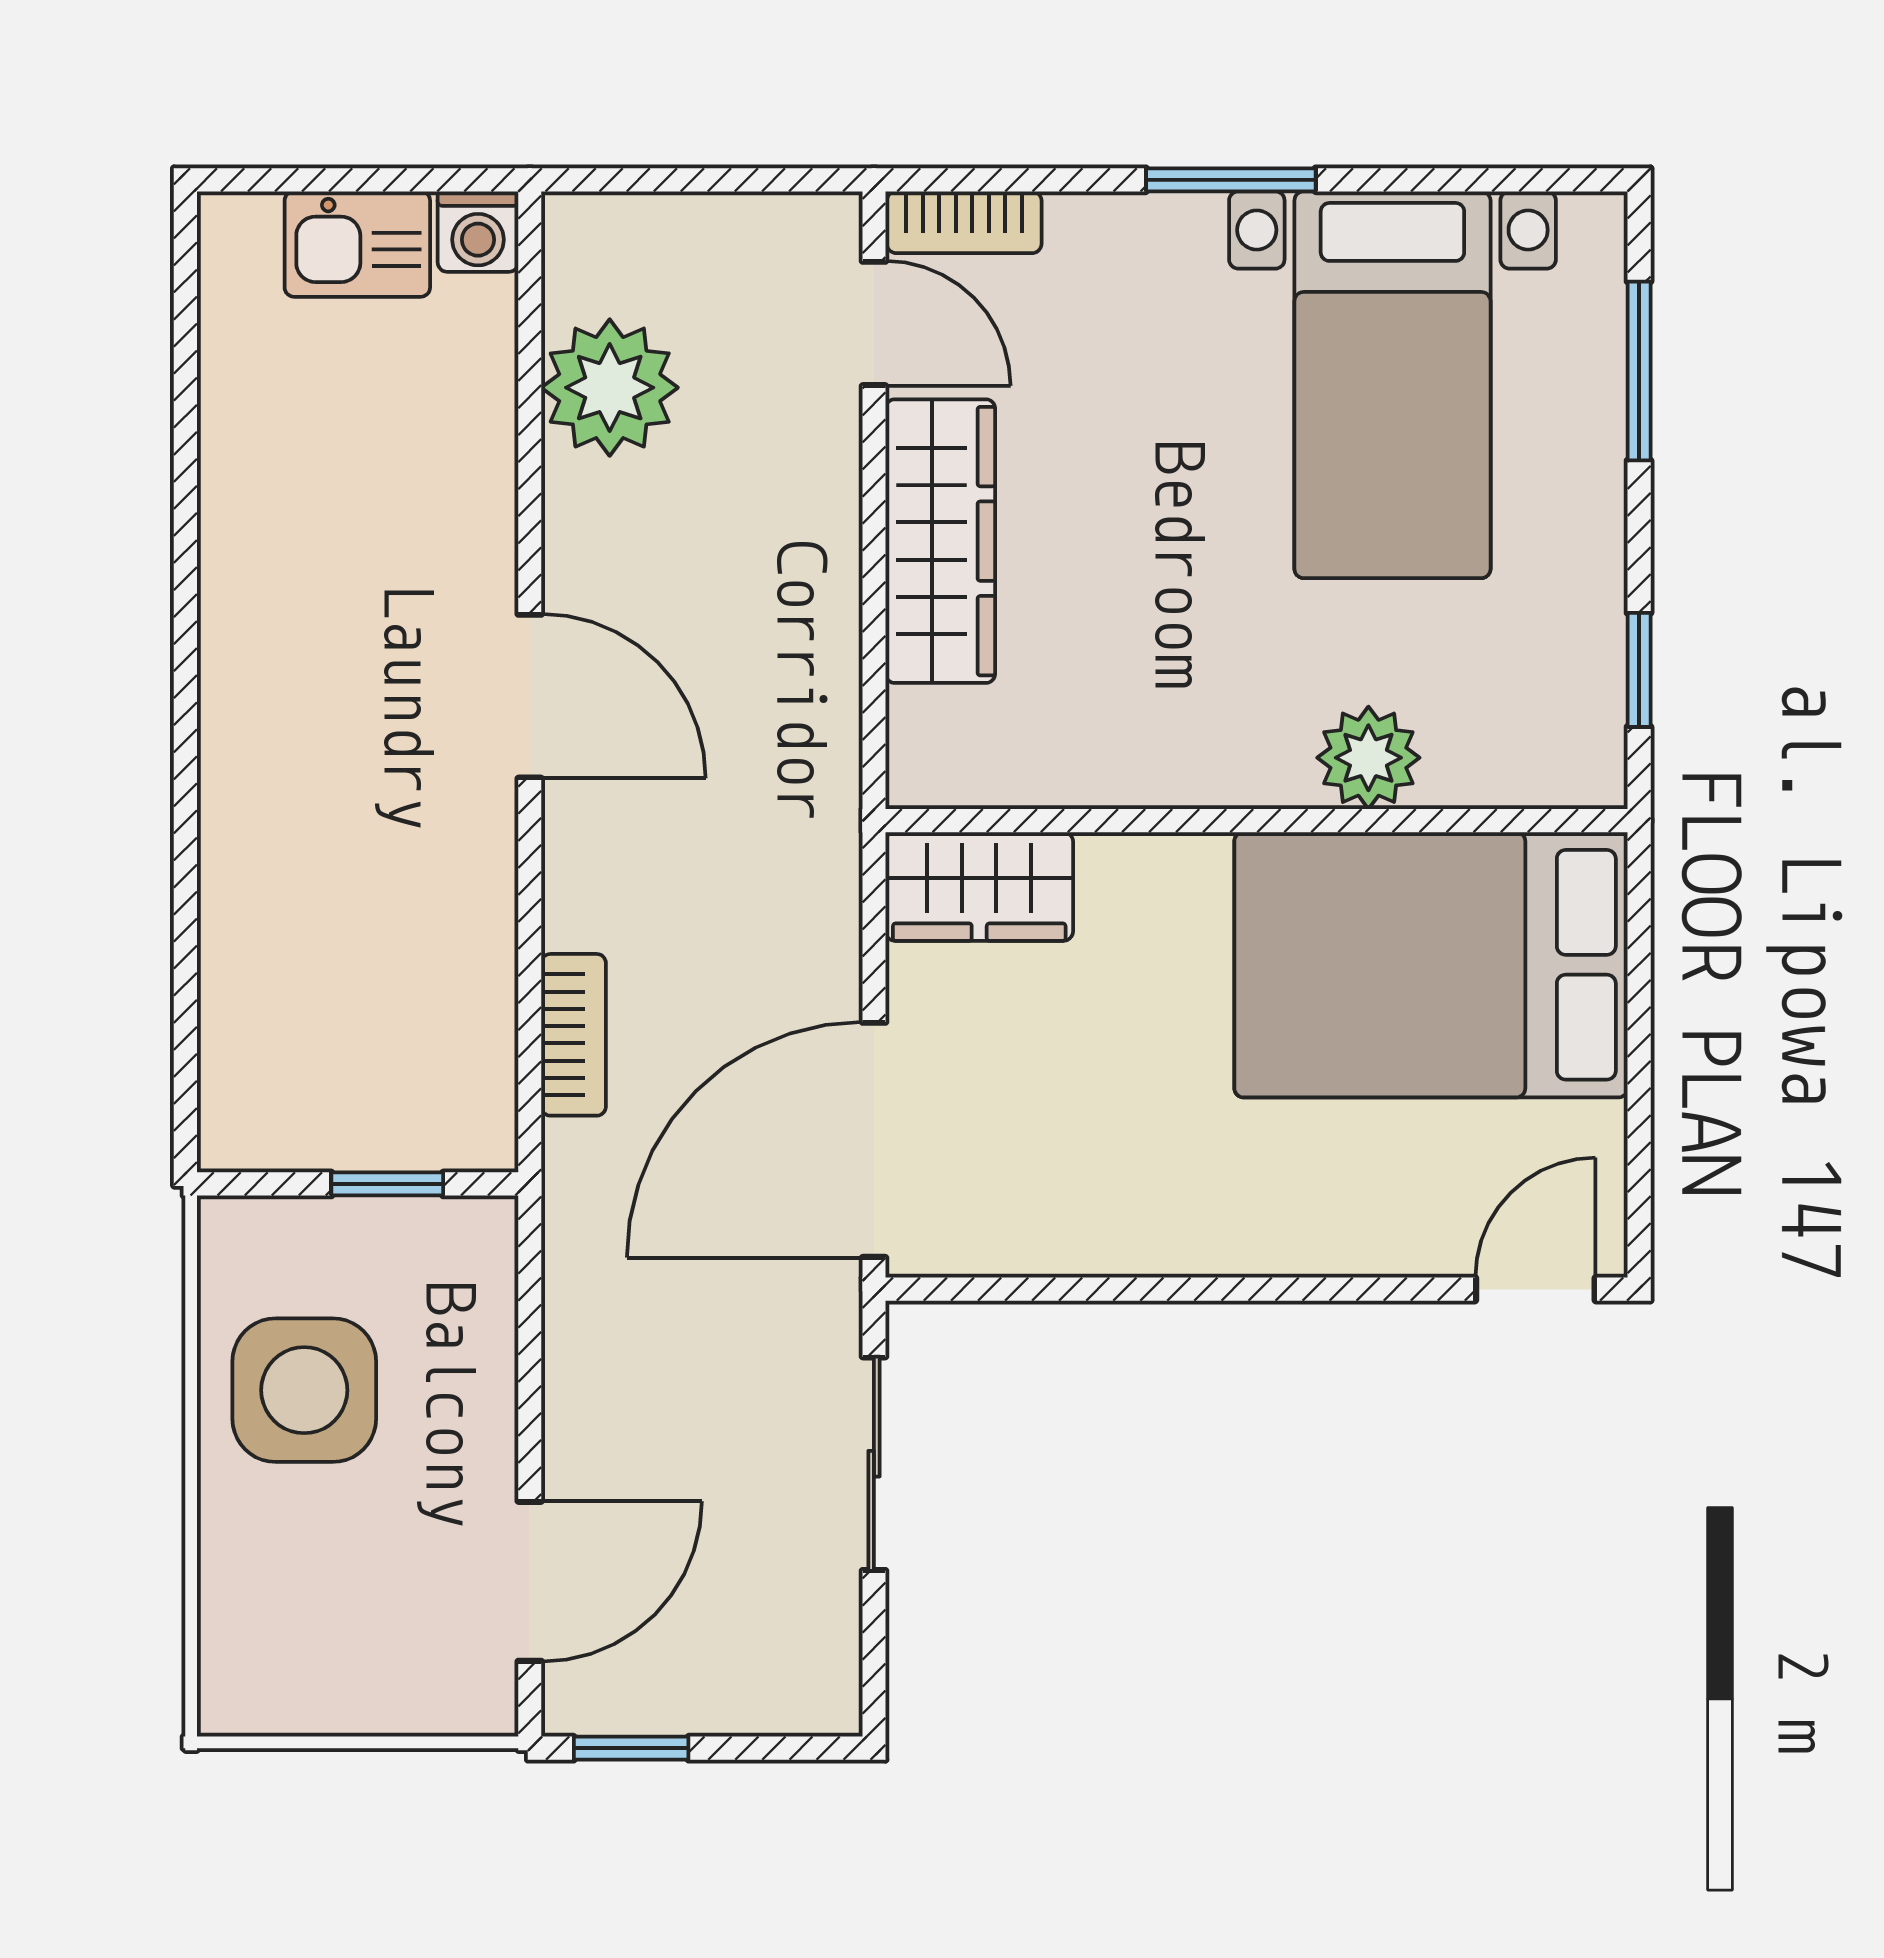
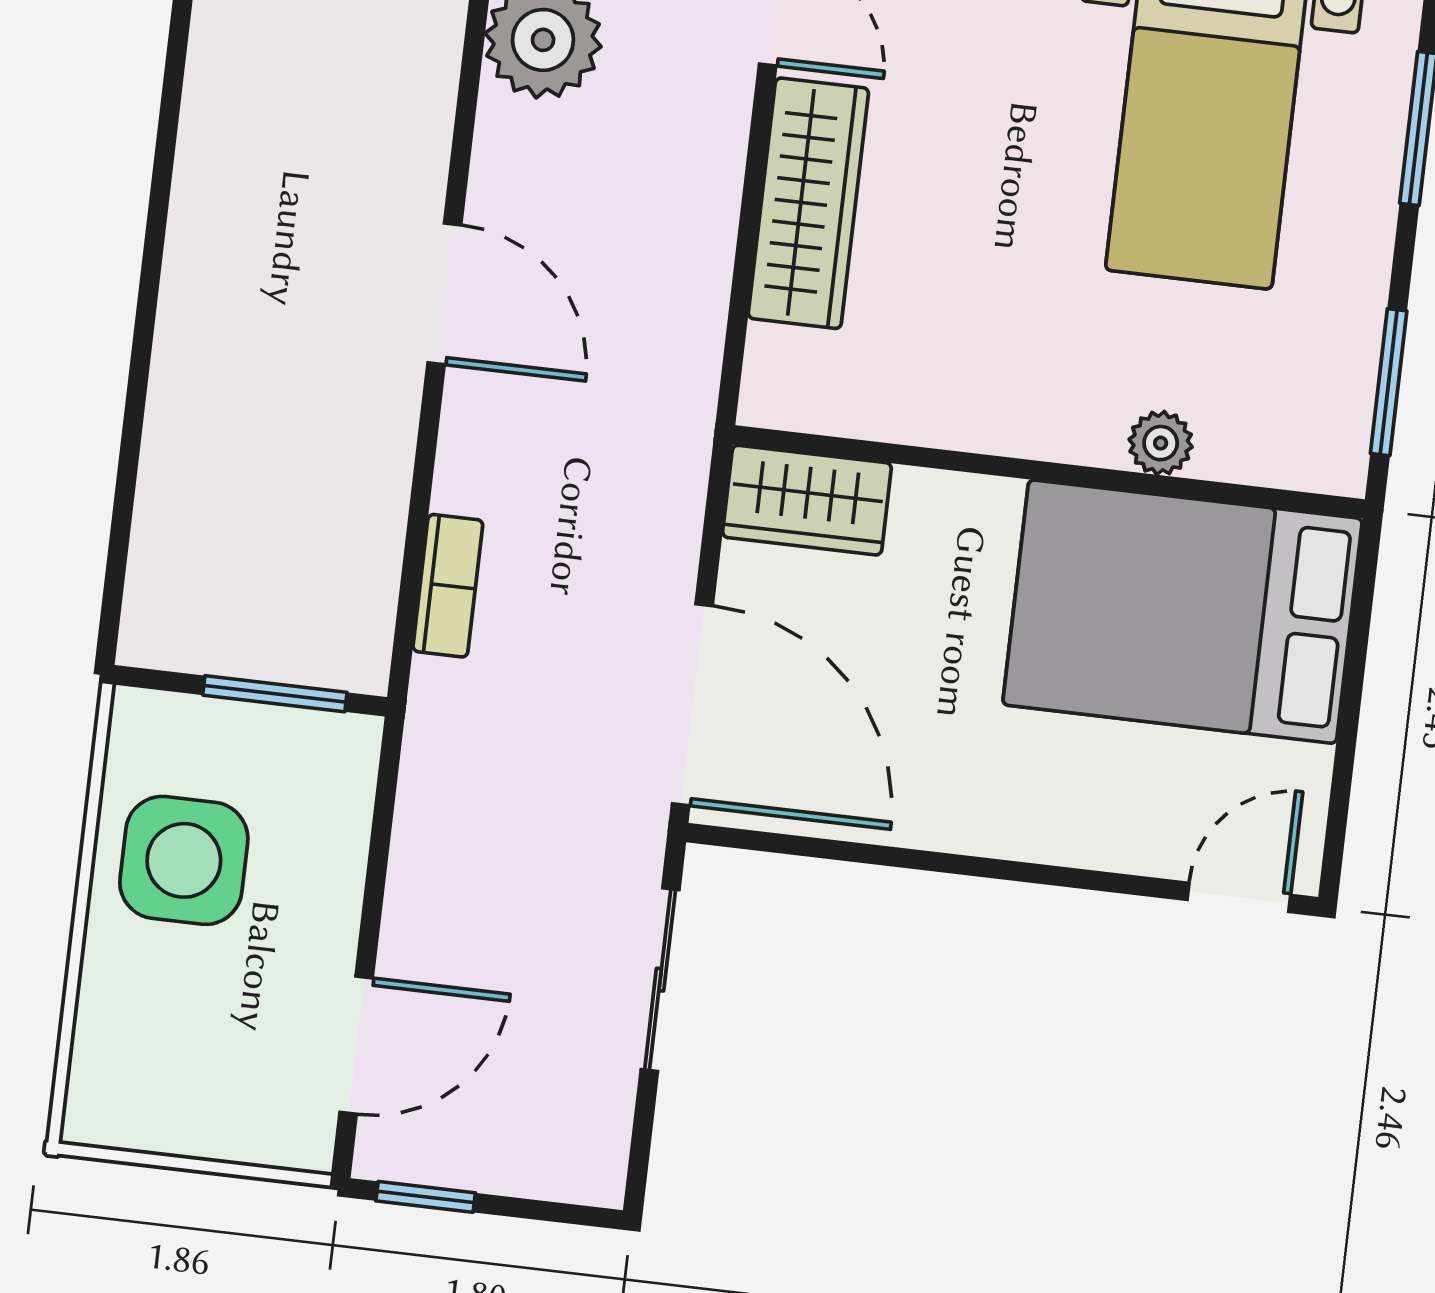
window: (1639, 670) -> (1389, 382), width x1.50
plant: (1368, 758) -> (1161, 443), width x0.73, depth x0.73
door: (874, 1140) -> (692, 705), swing flipped
window: (387, 1184) -> (275, 694), width x1.50

